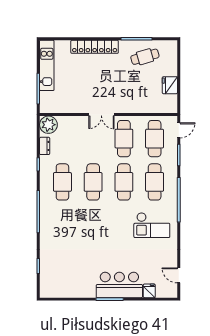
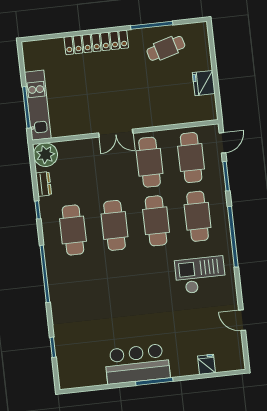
kitchen unit: (47, 65) -> (38, 105), moved
checkout: (152, 225) -> (200, 275), turned 180
door: (179, 275) -> (242, 320), moved
bar counter: (119, 285) -> (137, 364), moved

